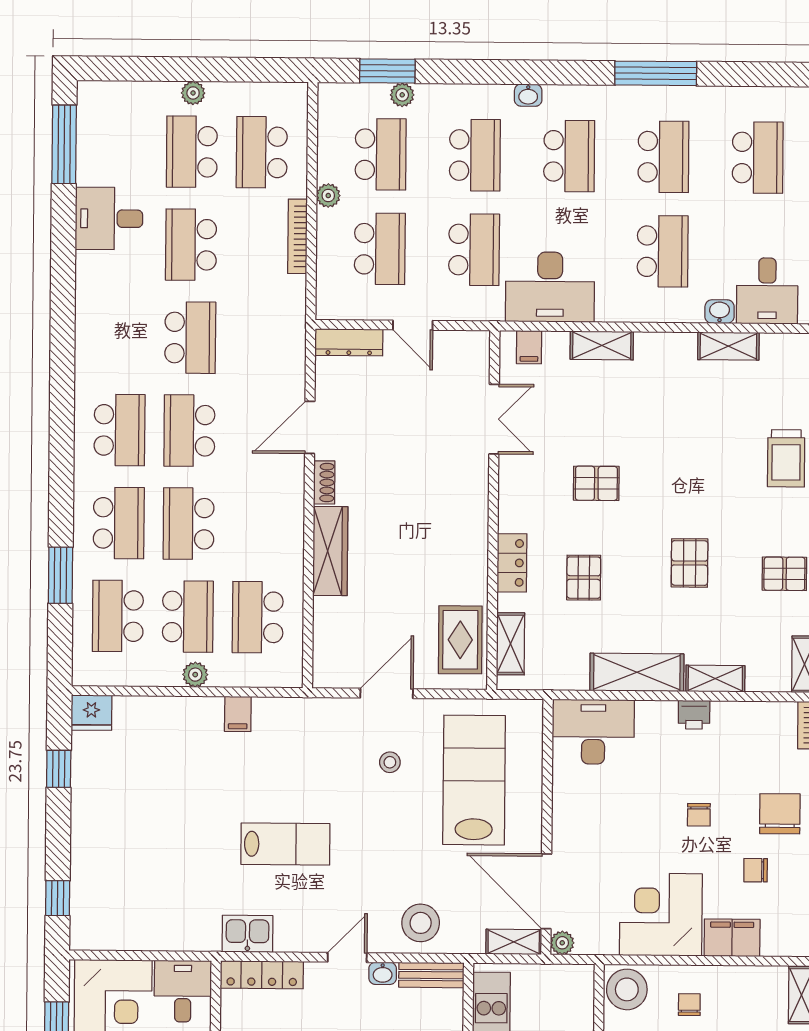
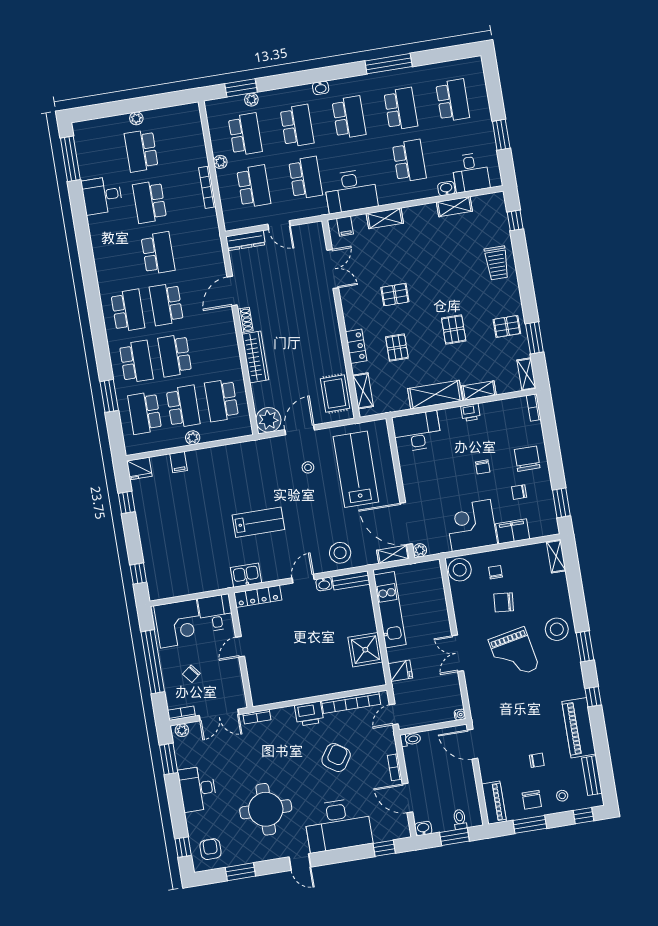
school desk: (262, 152) -> (180, 144), removed
plant: (334, 666) -> (268, 420), added
filing cabinet: (238, 714) -> (179, 462), moved

